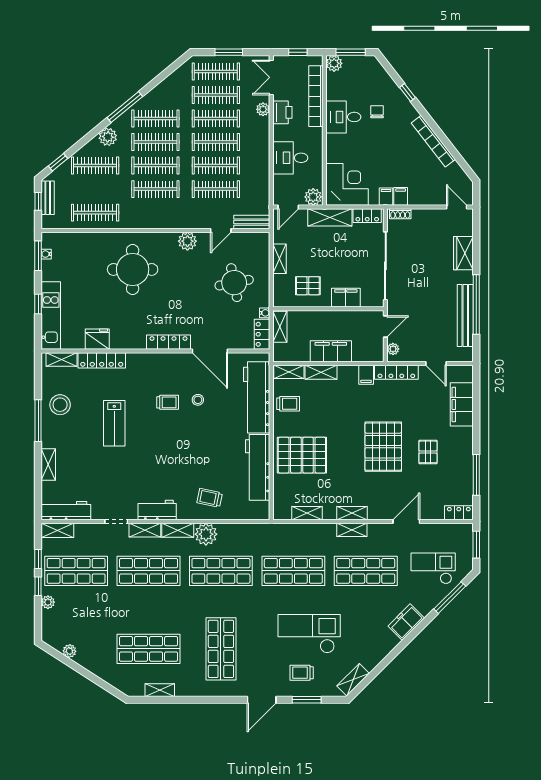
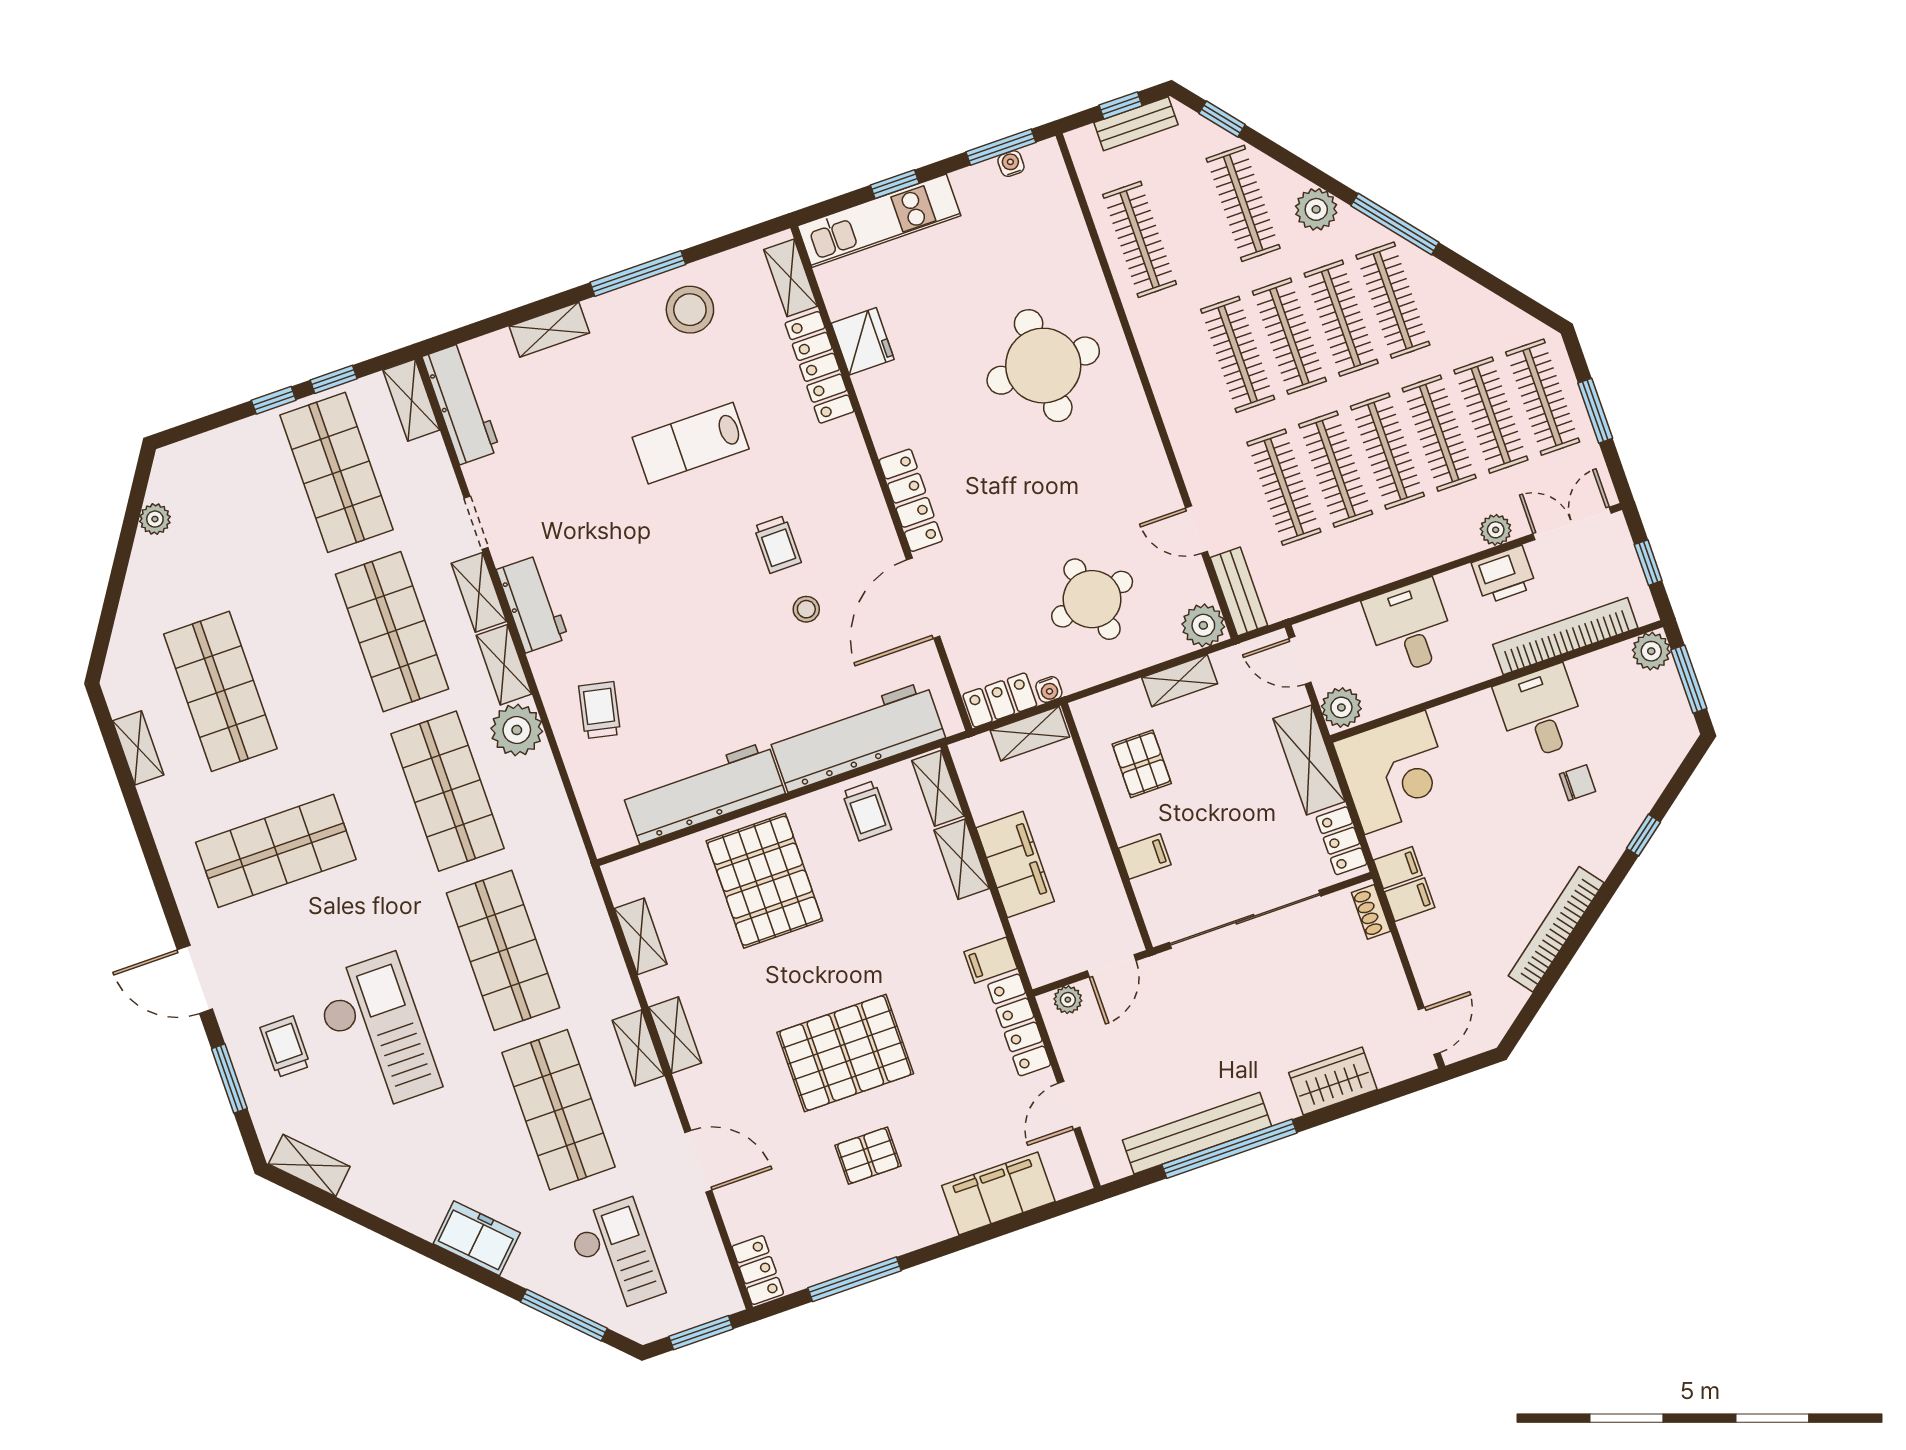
plant: (187, 241) -> (1203, 625), moved
filing cabinet: (346, 298) -> (1145, 856), width x0.50
door: (385, 326) -> (1112, 966), hinge flipped
plant: (48, 602) -> (246, 434), removed

